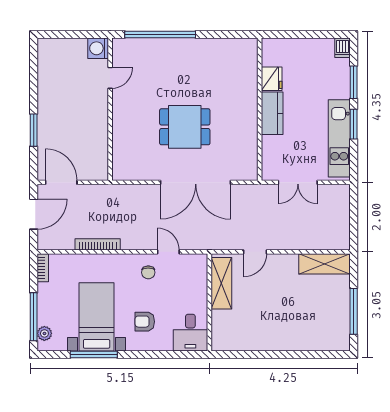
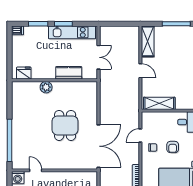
fridge: (272, 79) -> (24, 73), moved
plant: (248, 95) -> (46, 87), added
kitchen counter: (272, 113) -> (69, 73), moved
double door: (196, 182) -> (99, 146), moved
door: (255, 252) -> (140, 71), moved
armchair: (145, 322) -> (173, 147), moved

